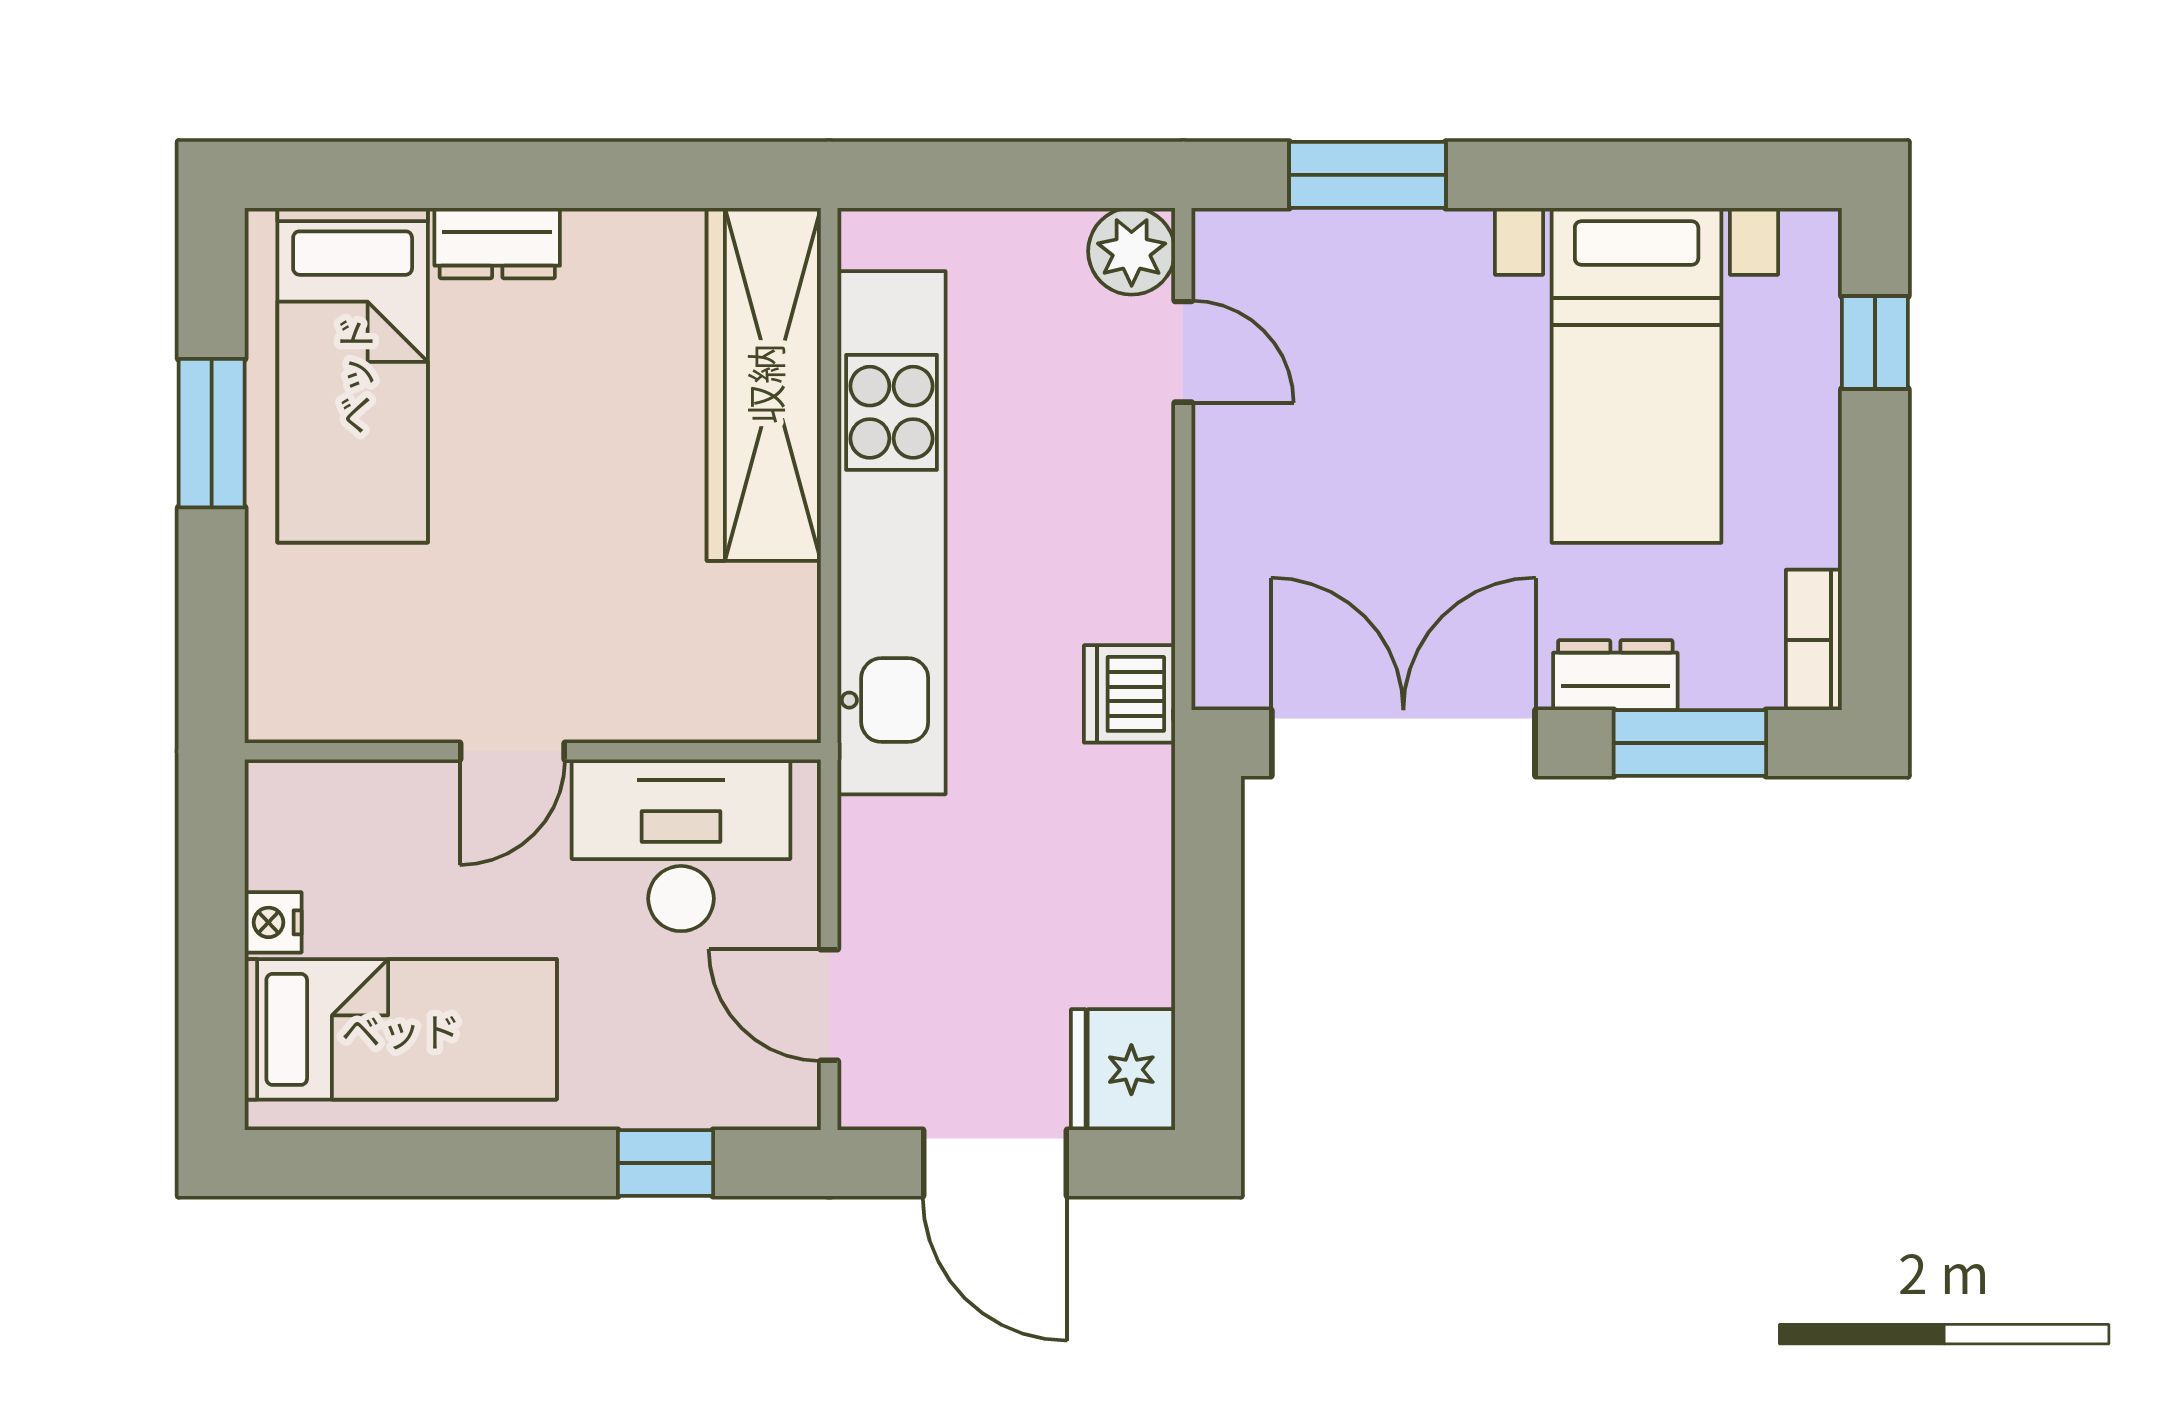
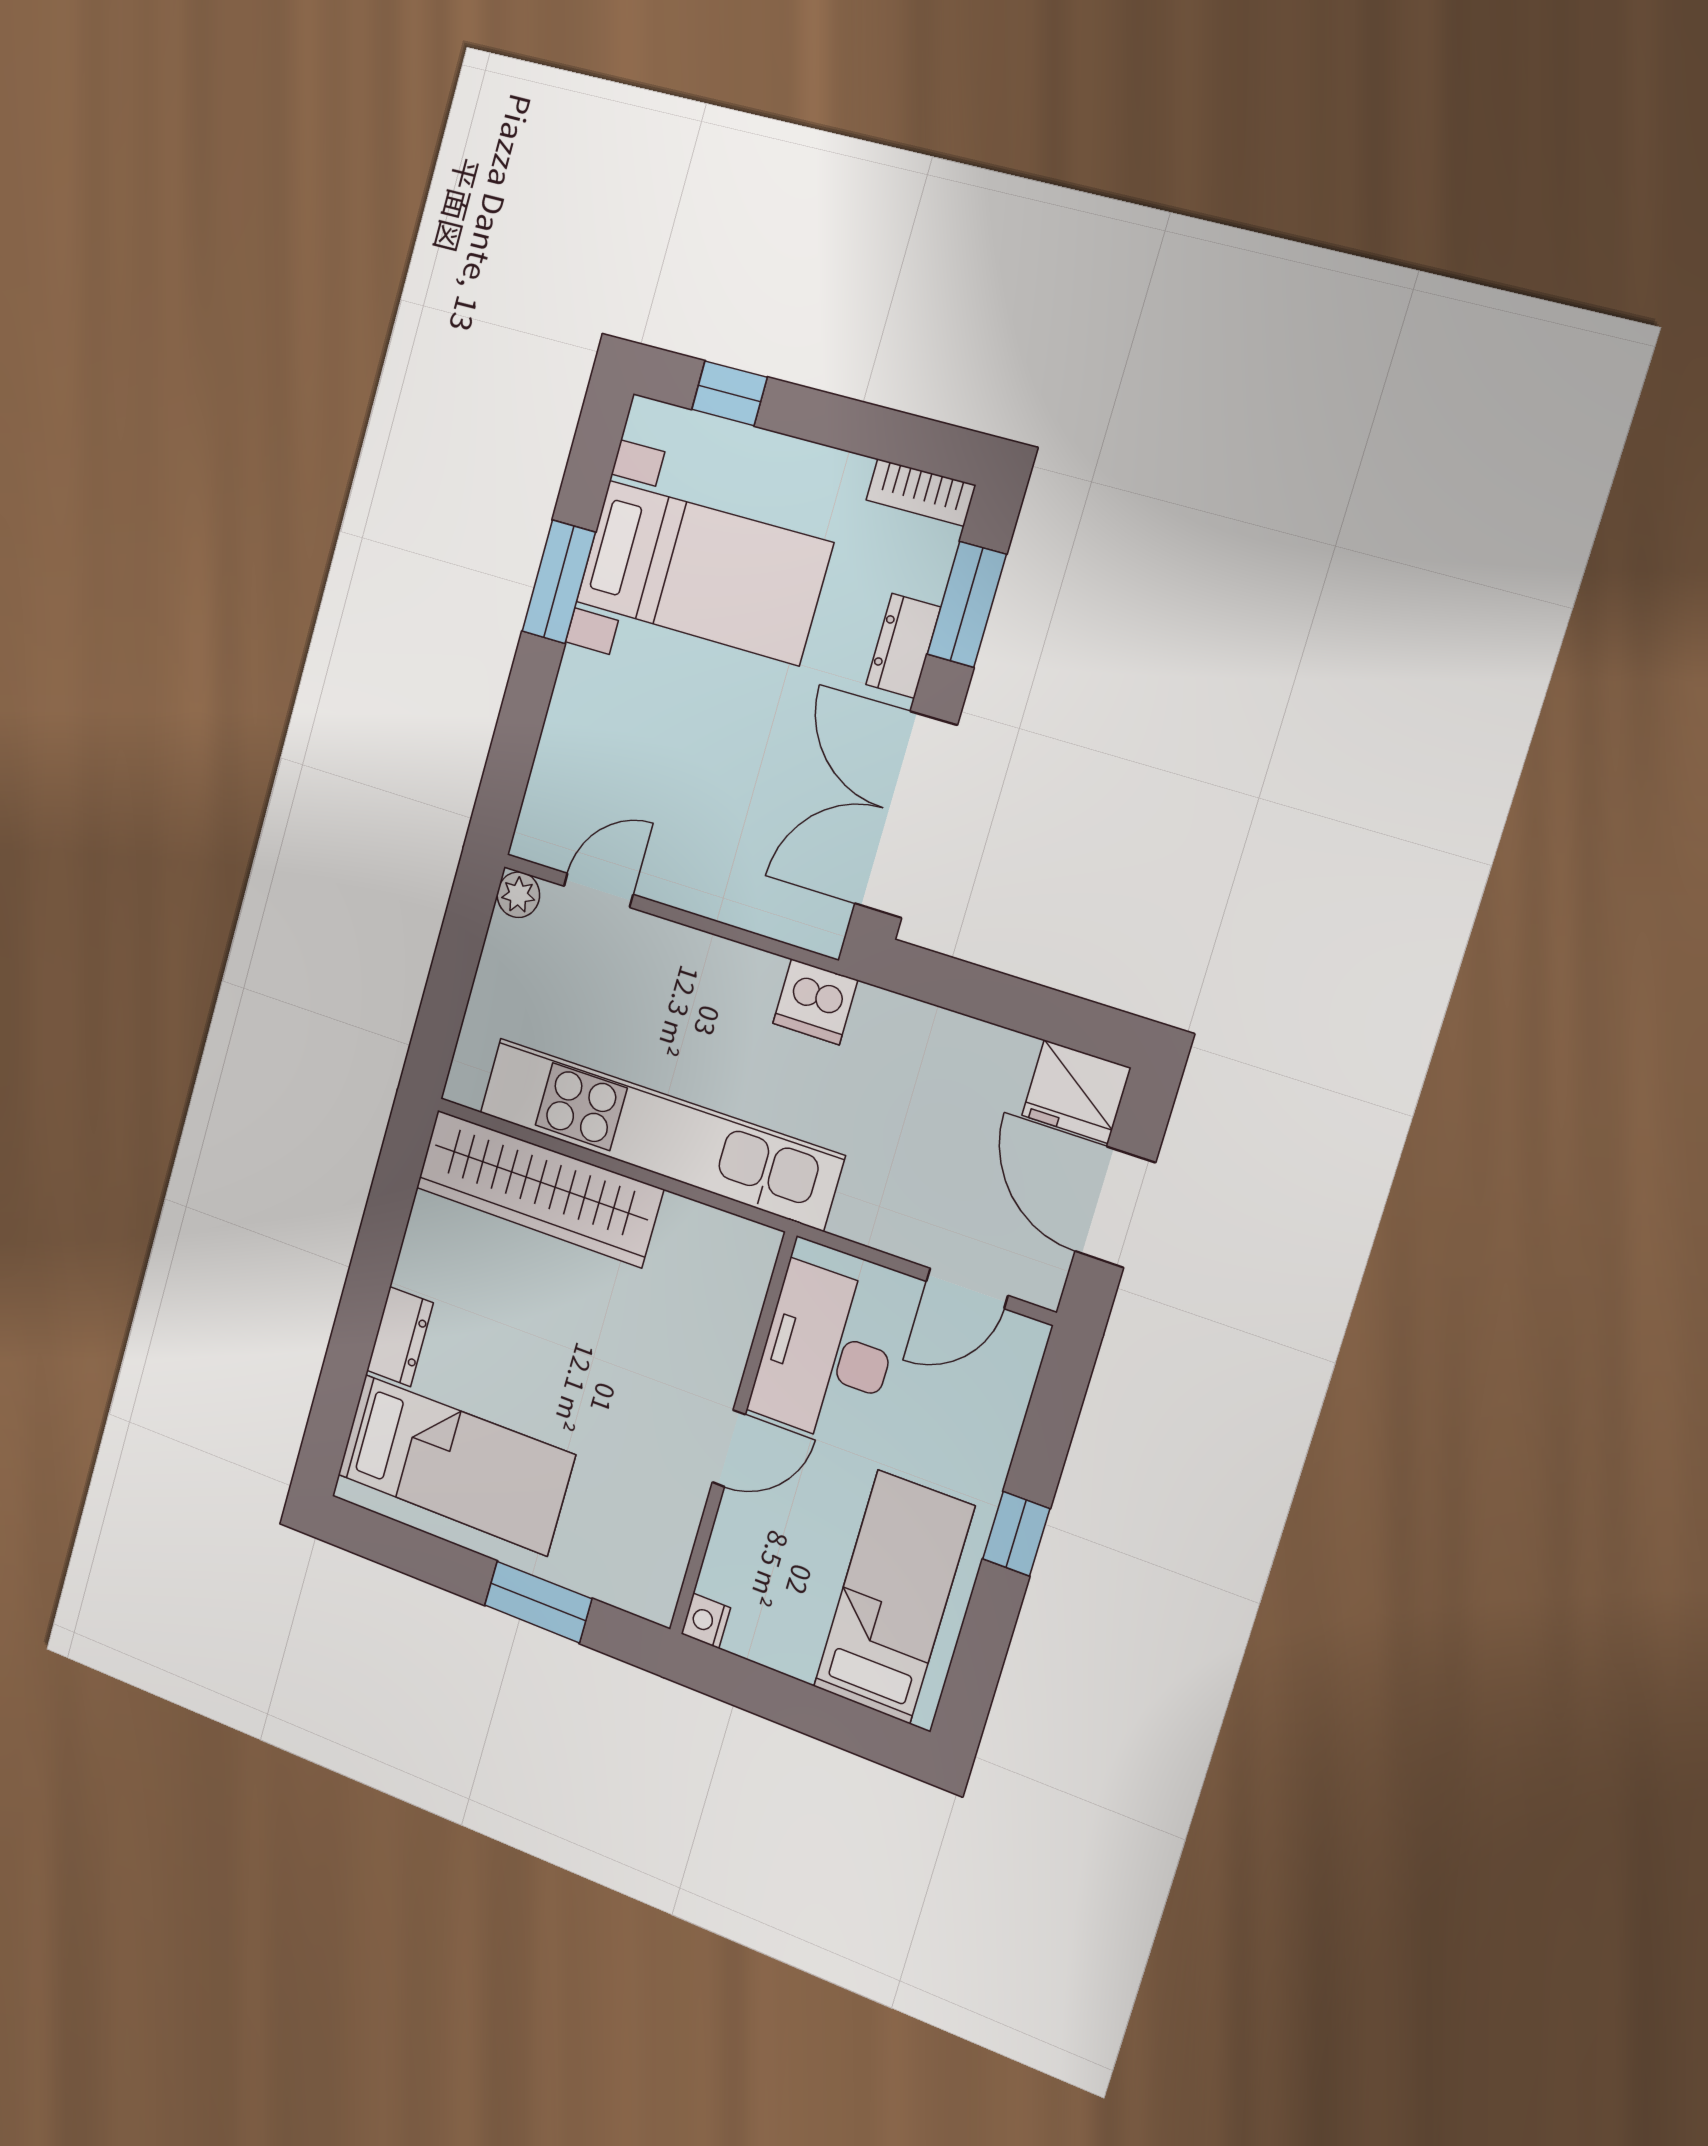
window: (1368, 175) -> (559, 582), moved
plant: (1132, 251) -> (518, 895), width x0.73, depth x0.73
window: (212, 433) -> (538, 1602), moved
door: (512, 751) -> (729, 1448), hinge flipped
nightstand: (273, 922) -> (706, 1621), moved, turned 90
window: (666, 1163) -> (1016, 1534), moved
door: (995, 1163) -> (1115, 1207), swing flipped

